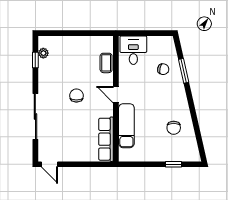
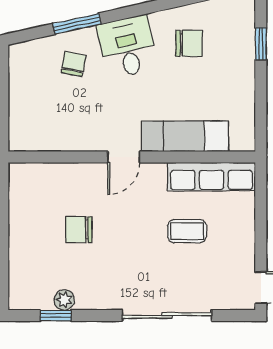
desk: (133, 50) -> (127, 47), moved, turned 77
plant: (43, 53) -> (64, 300), moved
coffee table: (106, 63) -> (187, 231), moved
chair: (76, 96) -> (79, 230), moved

